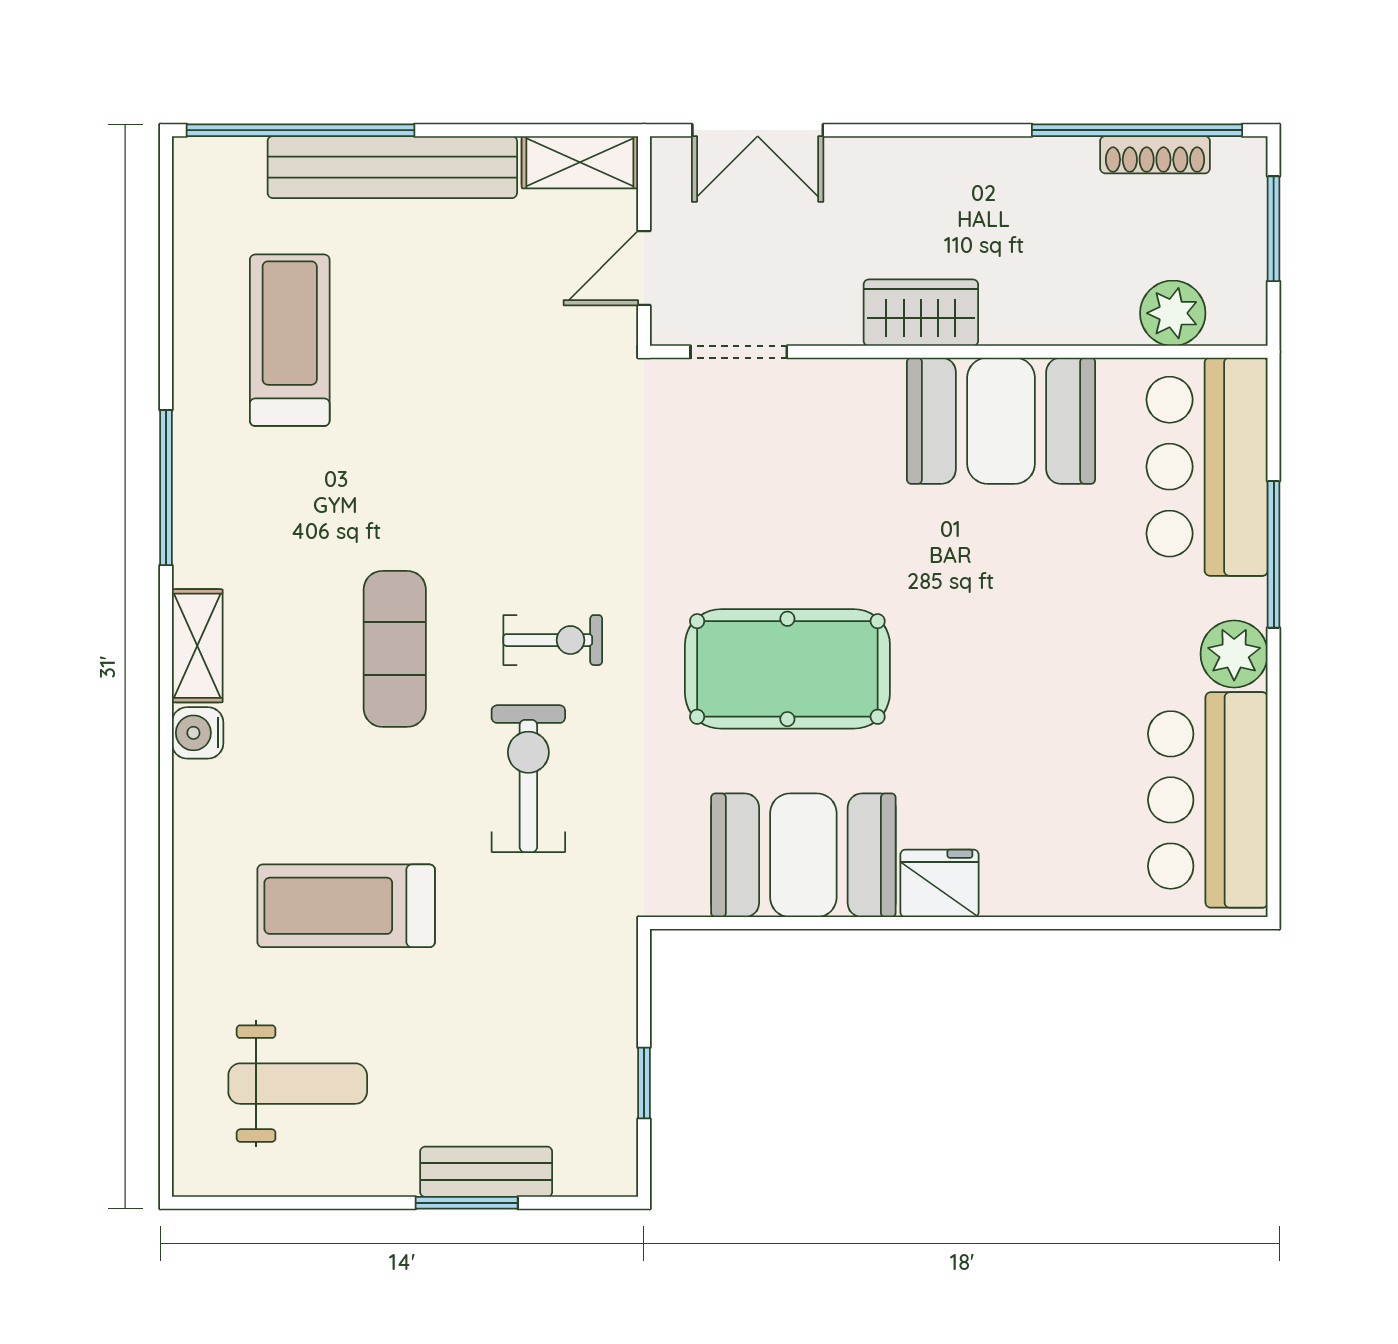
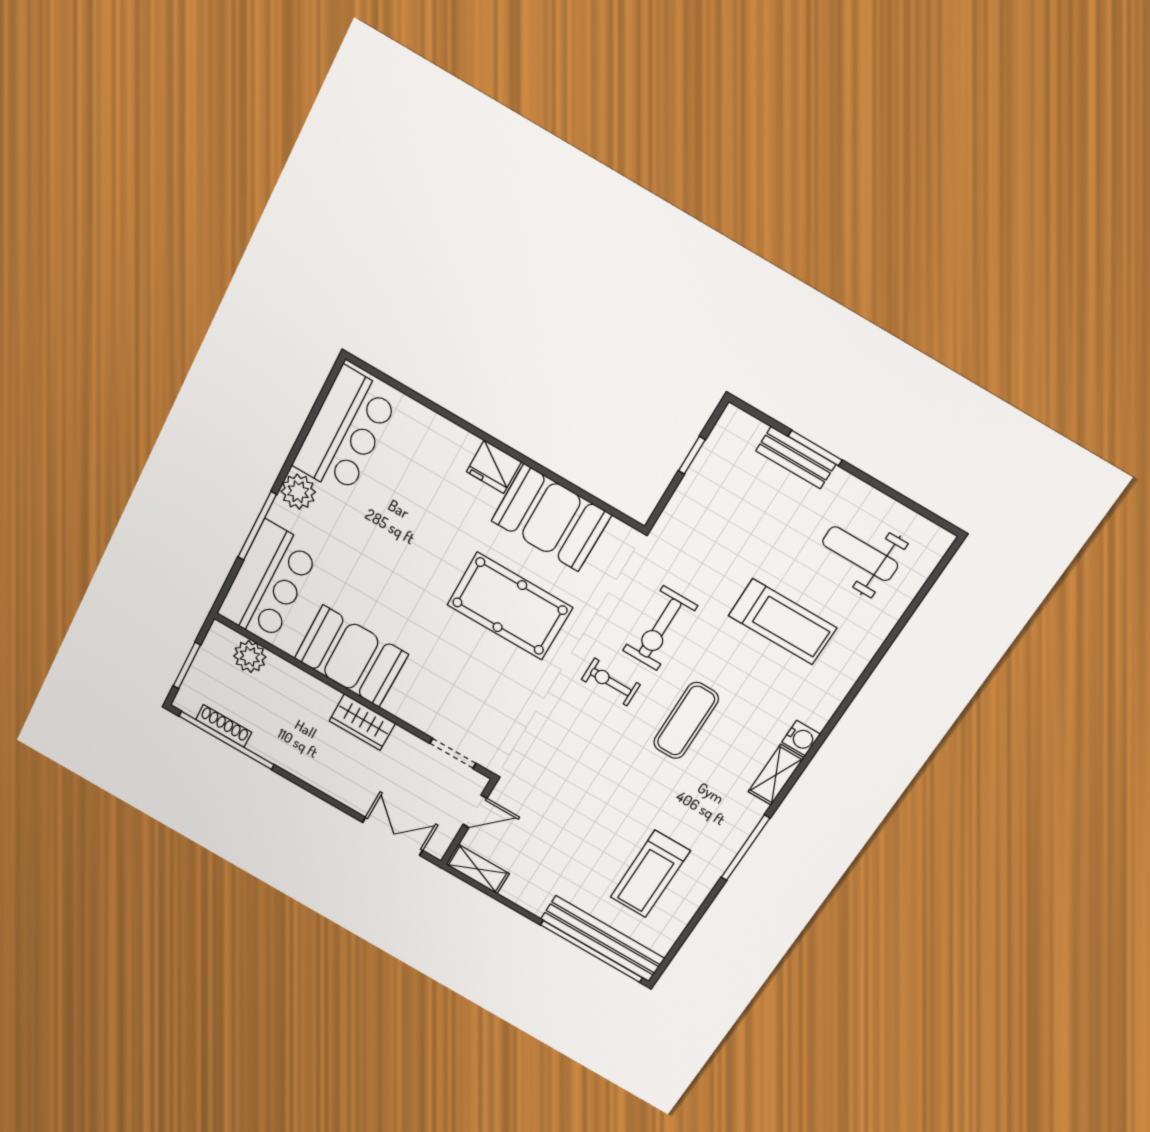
bench: (392, 167) -> (603, 939), moved

